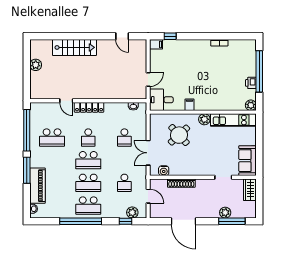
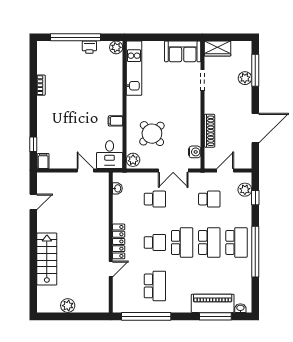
plant: (204, 119) -> (133, 160), moved
window: (27, 170) -> (215, 316), moved

